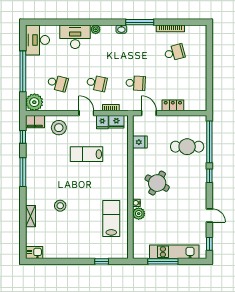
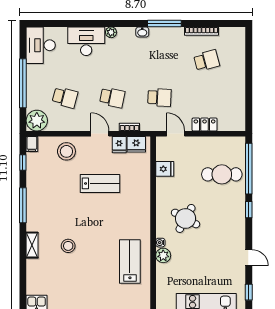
filing cabinet: (35, 122) -> (32, 144), width x0.50
lab bench: (87, 154) -> (100, 183), turned 180
shelving: (30, 216) -> (32, 245), moved

